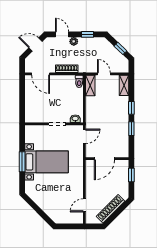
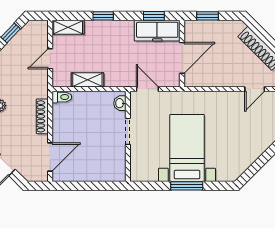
shelving: (90, 86) -> (87, 80), moved
window: (131, 129) -> (154, 16), moved
freezer: (122, 143) -> (157, 31), added
door: (104, 159) -> (182, 58), hinge flipped
door: (84, 205) -> (255, 89), hinge flipped

